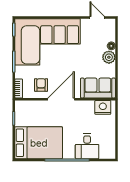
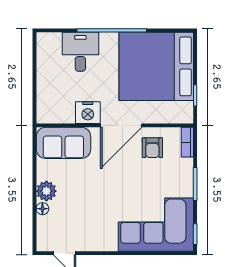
corner sofa: (48, 42) -> (156, 225), width x0.73, depth x0.74
nightstand: (103, 107) -> (88, 113), moved
bed: (39, 143) -> (156, 66), width x1.36

